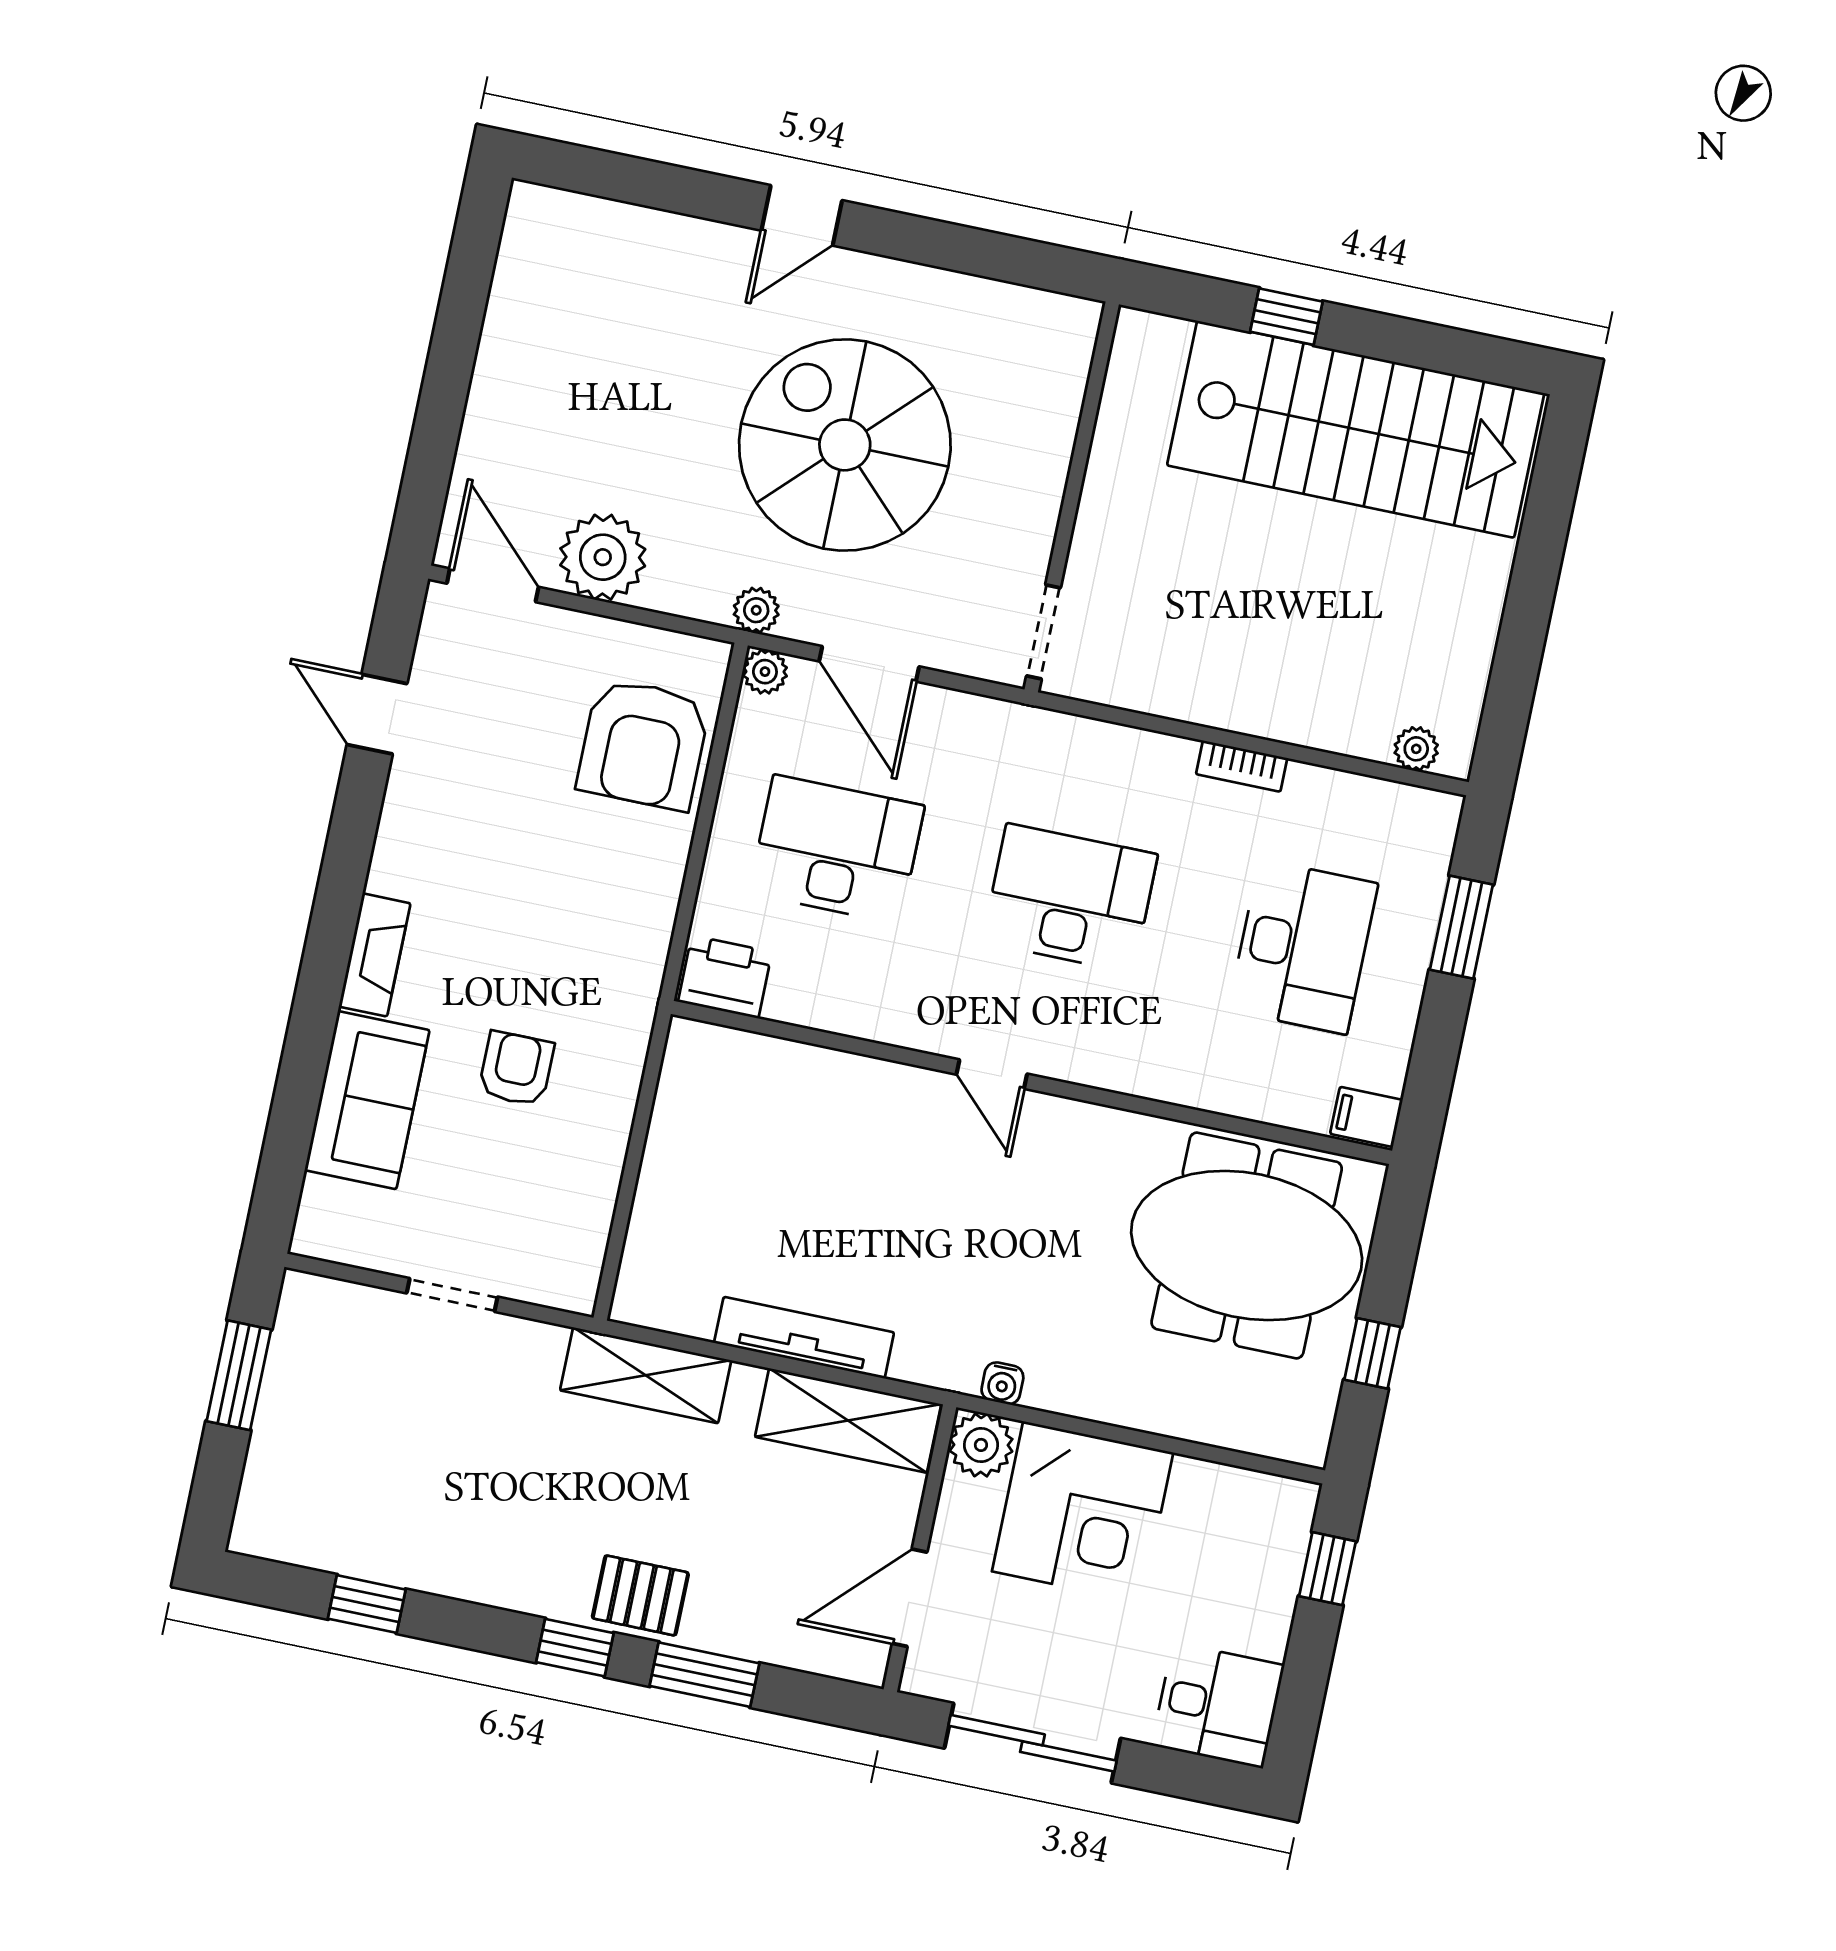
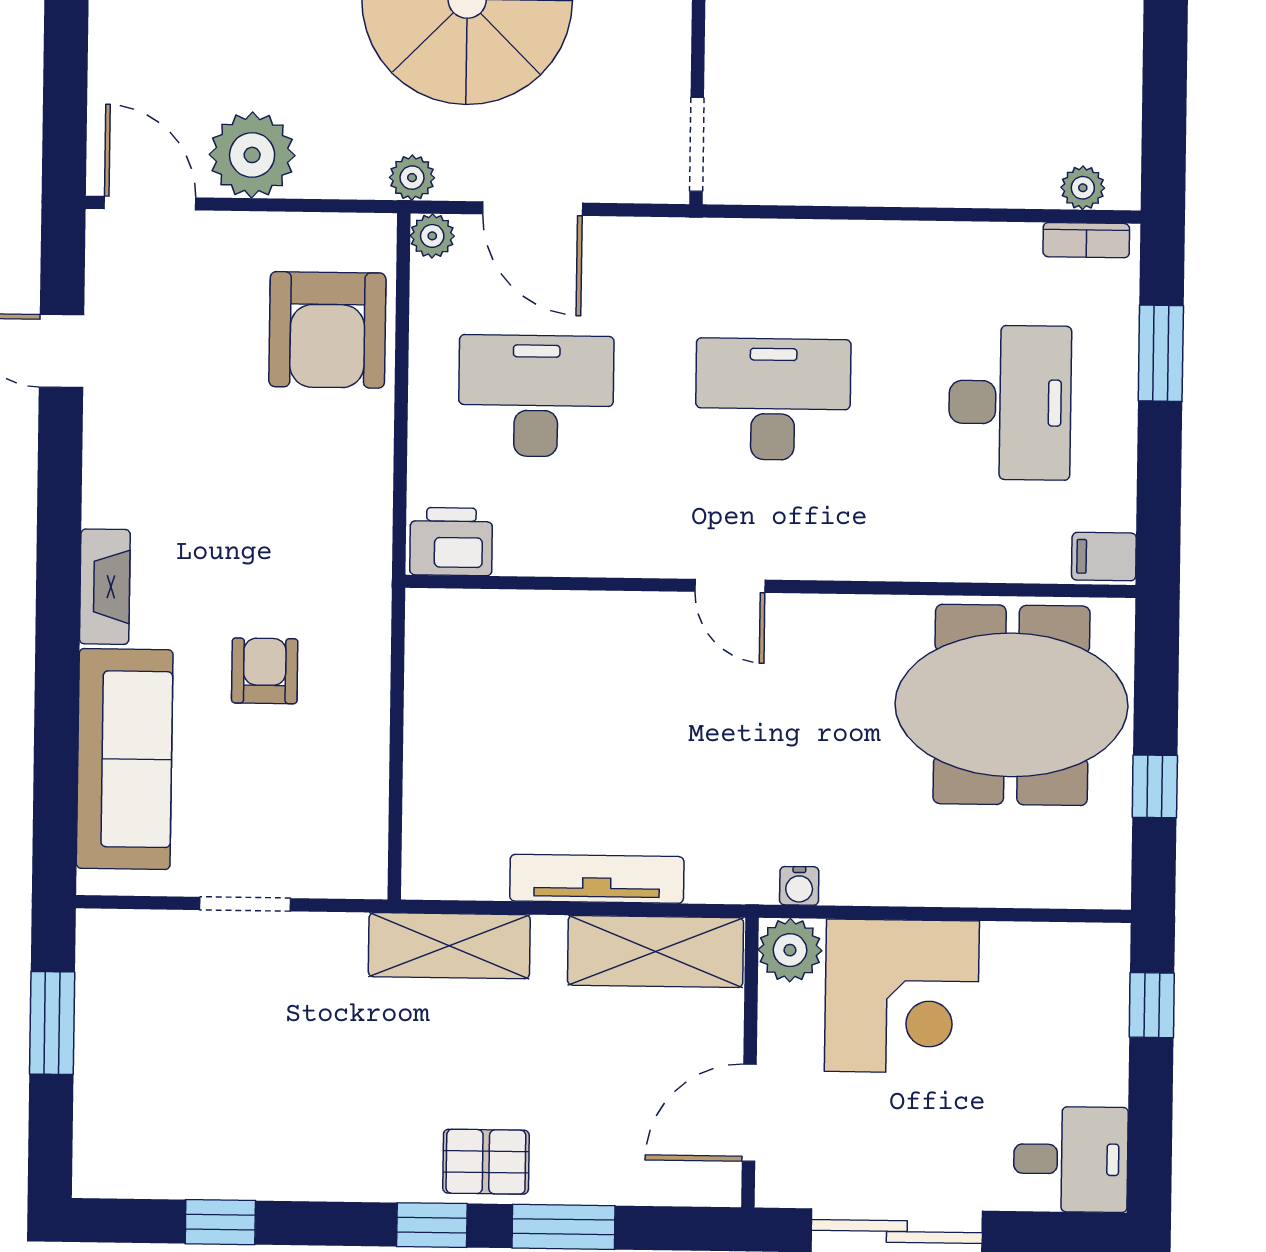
bookcase: (1242, 766) -> (1086, 240), moved
sofa: (367, 1100) -> (125, 759), width x1.36

